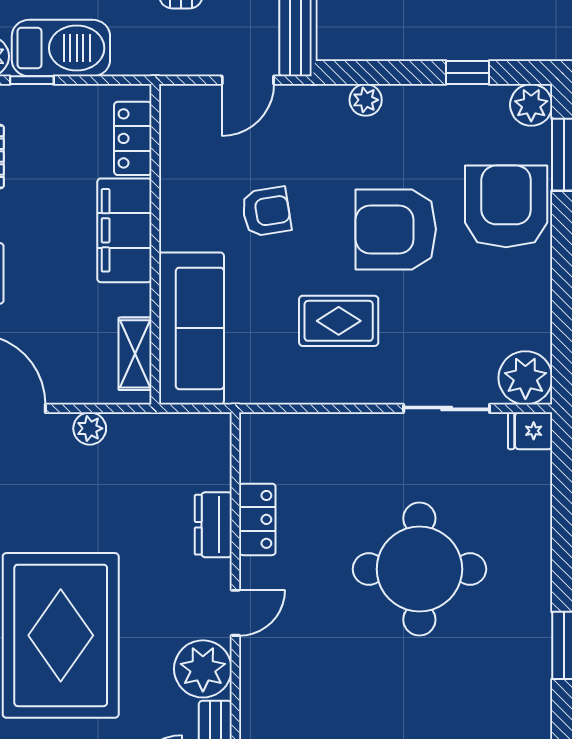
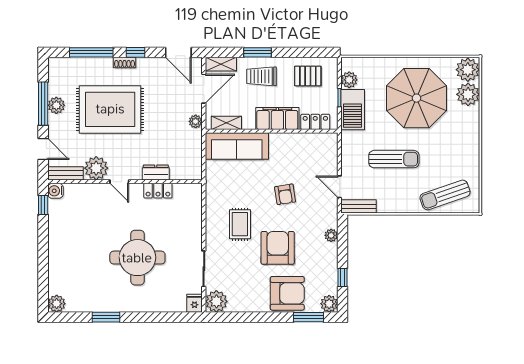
locker: (133, 138) -> (315, 122), moved
filing cabinet: (124, 230) -> (277, 118), moved
wall: (155, 244) -> (272, 131), moved
sofa: (191, 328) -> (237, 146), moved
shelving: (135, 354) -> (226, 123), moved

